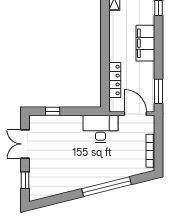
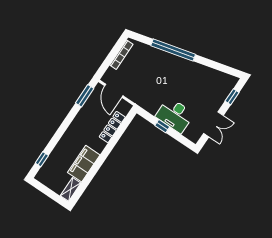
filing cabinet: (145, 43) -> (84, 164), moved, turned 180
window: (53, 111) -> (162, 126), moved
desk: (100, 129) -> (175, 115), moved

